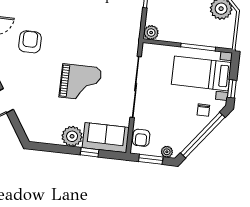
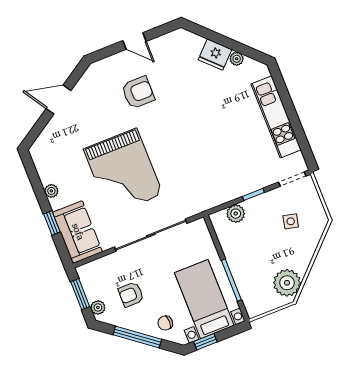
plant: (151, 33) -> (236, 214), moved
grand piano: (80, 82) -> (123, 172), width x1.37, depth x1.48
window: (203, 135) -> (137, 337), width x0.68
plant: (72, 136) -> (51, 191), width x0.53, depth x0.53
armchair: (141, 138) -> (131, 294), moved

